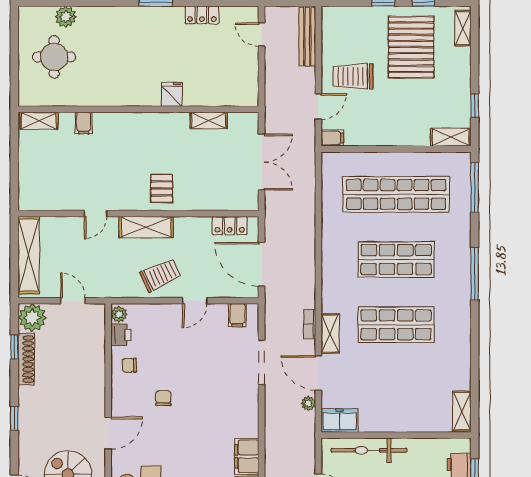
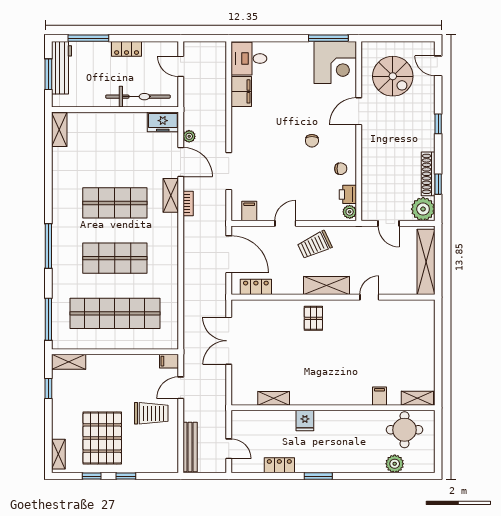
fridge: (172, 94) -> (305, 421), moved
wall: (138, 109) -> (333, 408), moved
shelving: (209, 120) -> (274, 398), moved
shelving: (39, 121) -> (417, 398), moved
filing cabinet: (84, 123) -> (380, 396), moved

